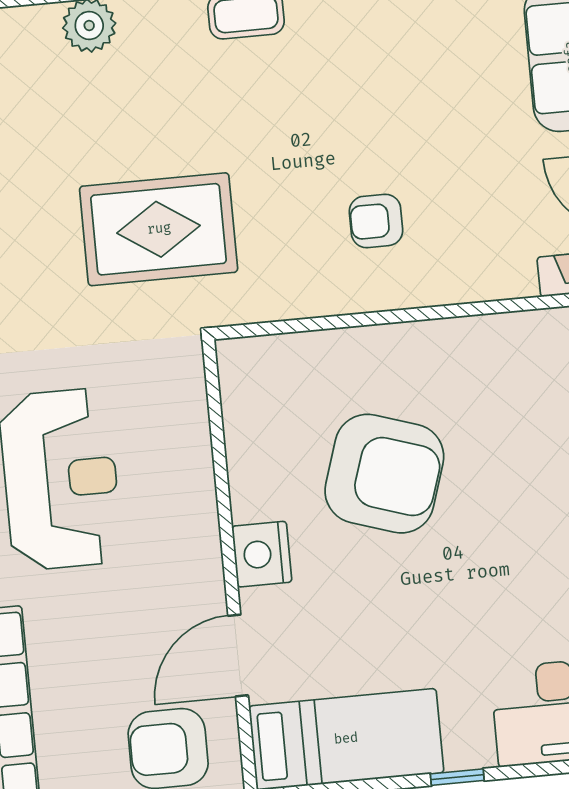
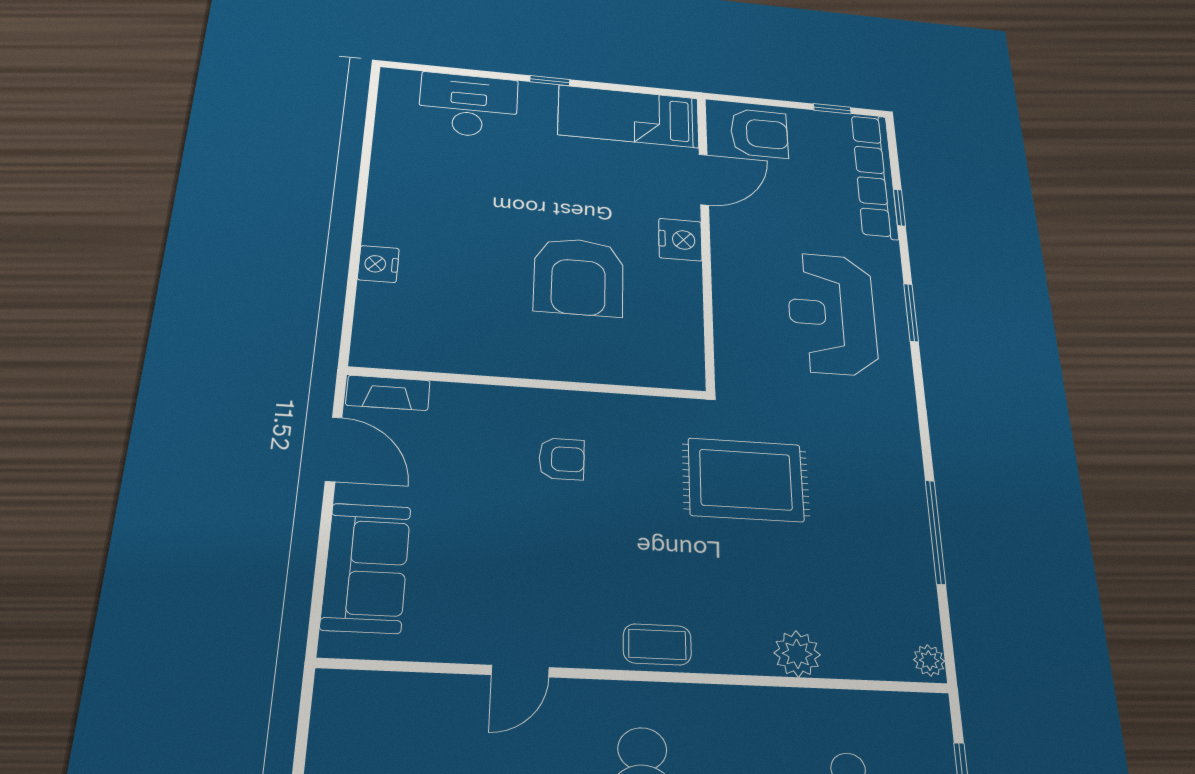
armchair: (384, 474) -> (579, 277), turned -108

